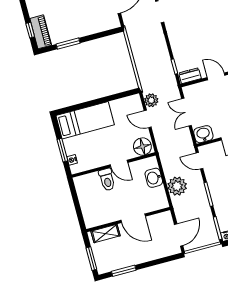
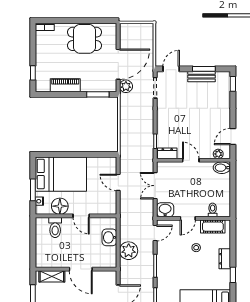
piano: (41, 32) -> (65, 85), moved, turned -90
window: (68, 44) -> (98, 94), moved
plant: (151, 100) -> (126, 86), moved
bed: (85, 120) -> (61, 174), width x1.50
floor lamp: (142, 147) -> (60, 206), moved
door: (200, 161) -> (155, 233), swing flipped
toilet: (107, 180) -> (55, 228), moved

